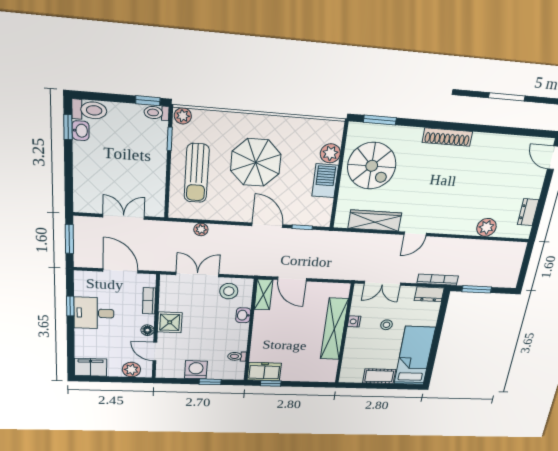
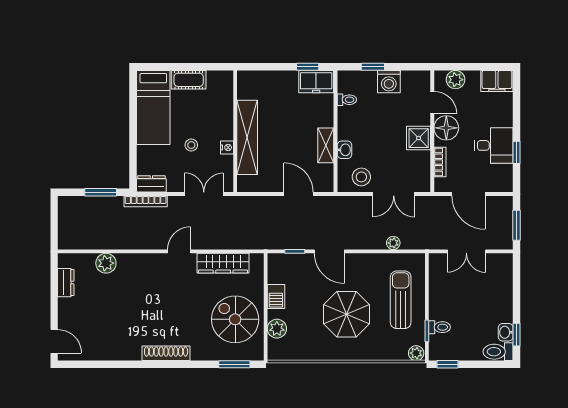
toilet: (156, 113) -> (440, 327), moved
barbecue: (325, 181) -> (276, 296), width x0.73, depth x0.79
shelving: (263, 295) -> (326, 145), moved
floor lamp: (147, 330) -> (446, 128), width x1.89, depth x1.89

